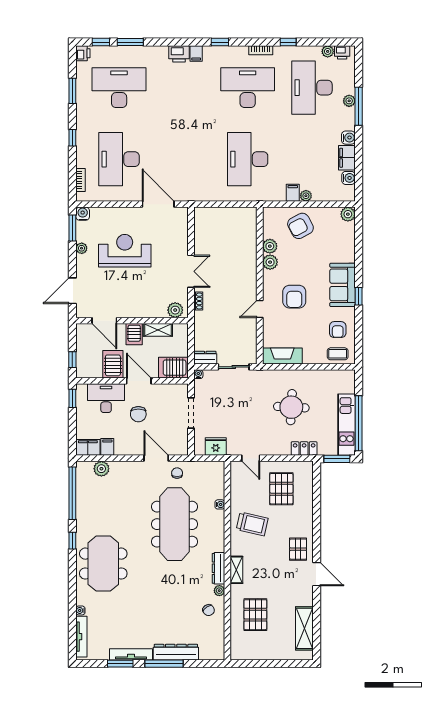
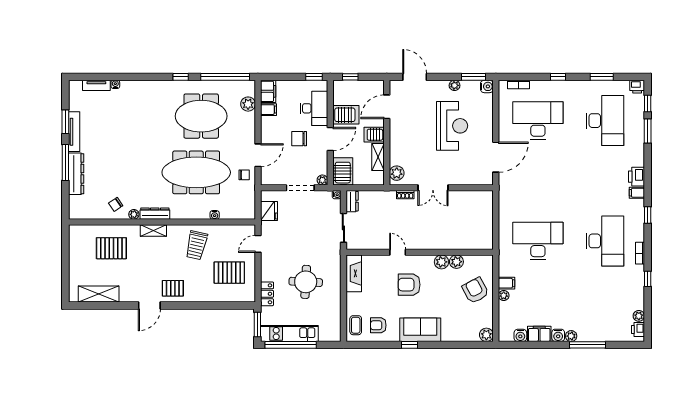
desk: (312, 88) -> (605, 301), removed
plant: (349, 101) -> (571, 336), moved
plant: (183, 389) -> (322, 180), added
meeting table: (103, 564) -> (201, 116), moved
tv unit: (81, 637) -> (96, 85), width x0.71

